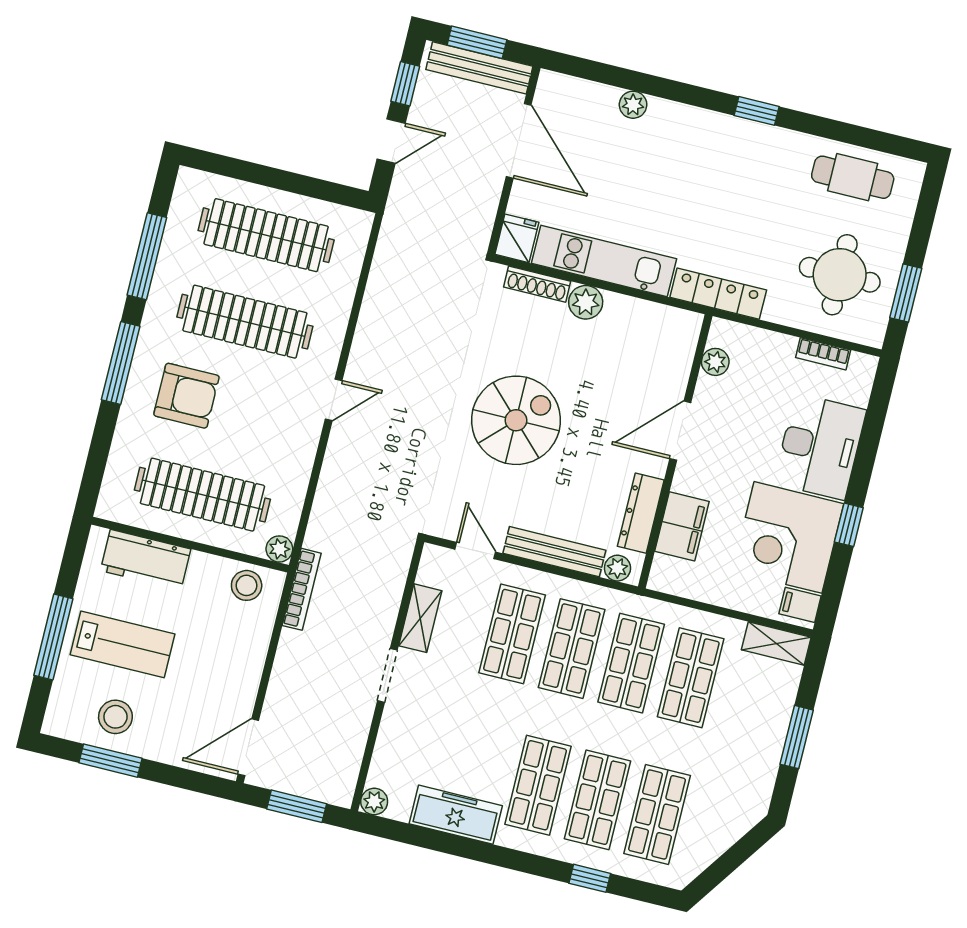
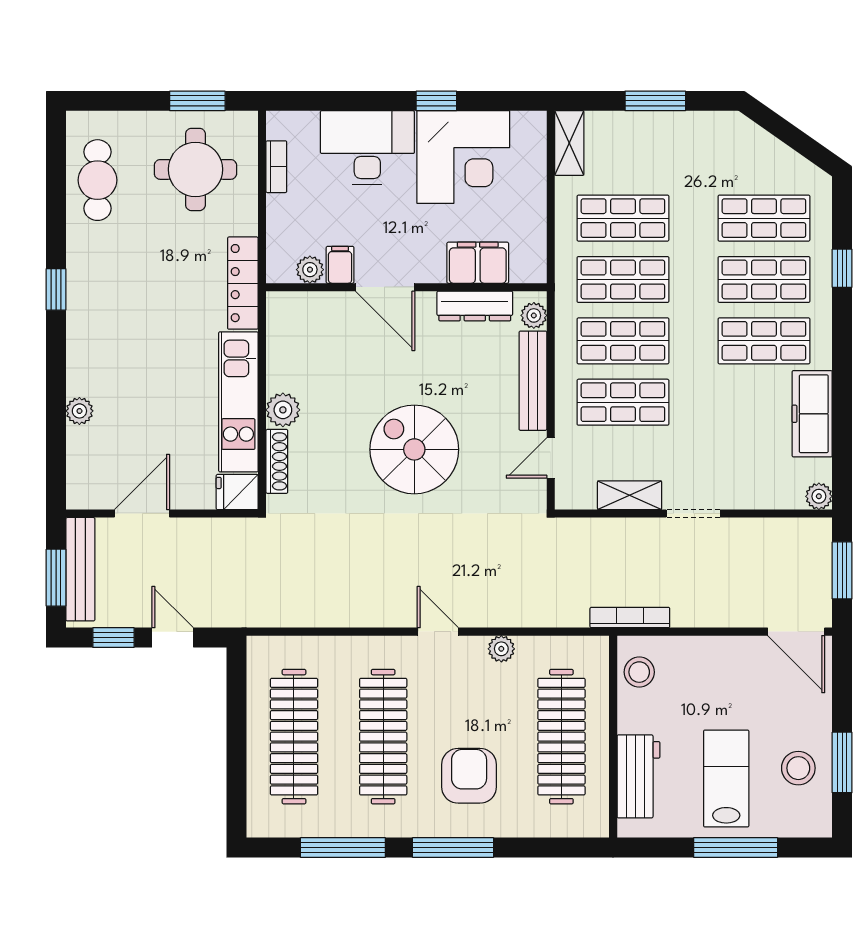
door: (519, 141) -> (142, 514), width x0.73
plant: (279, 549) -> (501, 649), moved
filing cabinet: (800, 605) -> (340, 265), moved, turned 180

